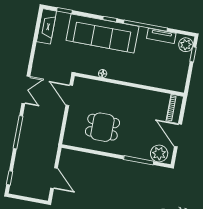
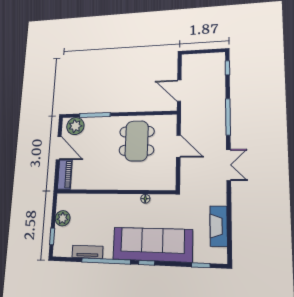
fireplace: (47, 26) -> (219, 226), moved
plant: (186, 45) -> (63, 218), moved
double door: (26, 90) -> (229, 165), swing flipped
door: (69, 95) -> (178, 146), moved
dining table: (102, 127) -> (137, 141), width x1.37
door: (54, 178) -> (179, 91), moved

